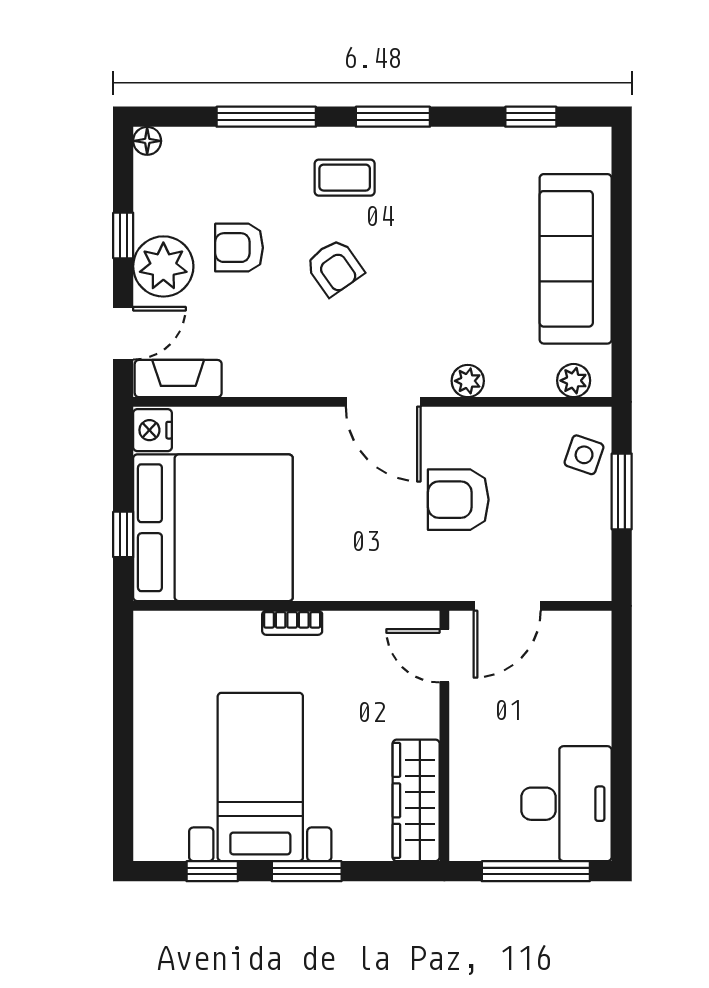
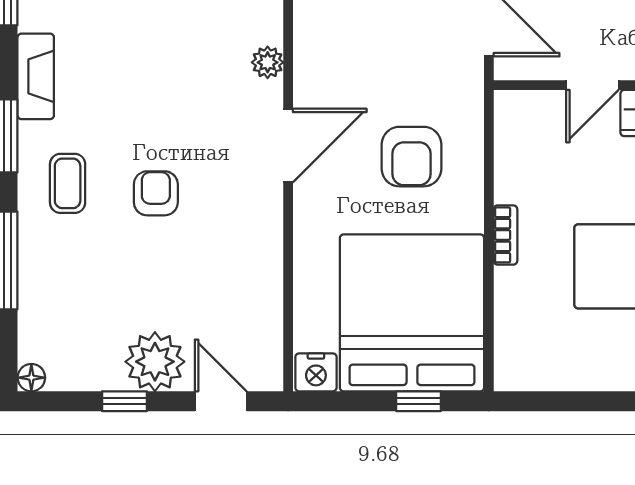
armchair: (239, 248) -> (136, 287), removed
armchair: (335, 267) -> (156, 193), turned -55
fireplace: (178, 379) -> (36, 76), moved, turned 180
armchair: (458, 500) -> (411, 157), moved
door: (444, 656) -> (592, 85), moved

